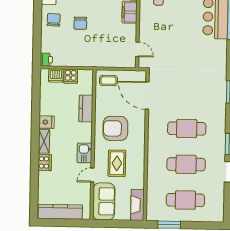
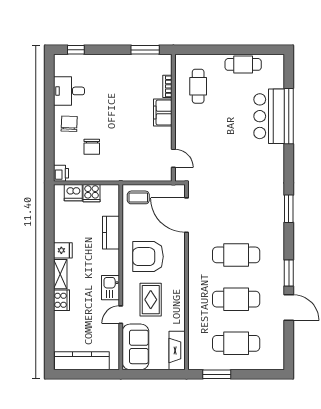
chair: (80, 23) -> (92, 147), moved

